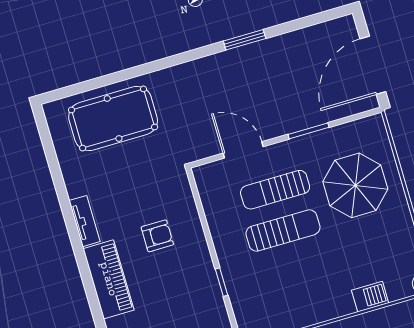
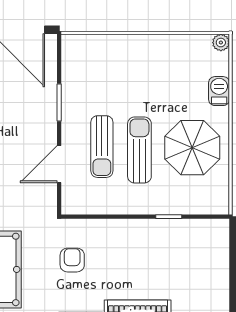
parasol: (355, 185) -> (192, 148), moved
armchair: (157, 236) -> (72, 260), moved

